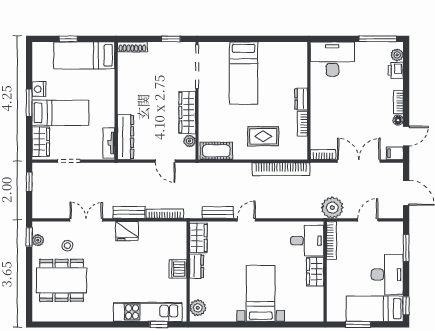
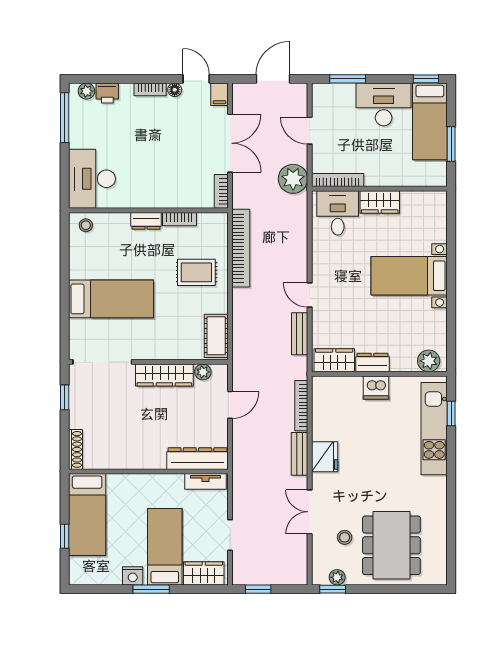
stool: (298, 55) -> (86, 225), added
rug: (263, 136) -> (196, 272), turned 90
double door: (359, 161) -> (230, 143), swing flipped

